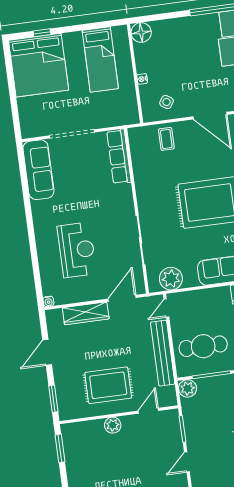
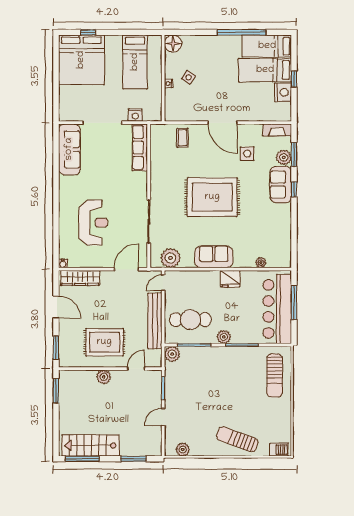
side table: (167, 102) -> (188, 77), moved
nightstand: (109, 120) -> (135, 115), added
wardrobe: (86, 313) -> (80, 278), moved
door: (47, 352) -> (56, 307), swing flipped

